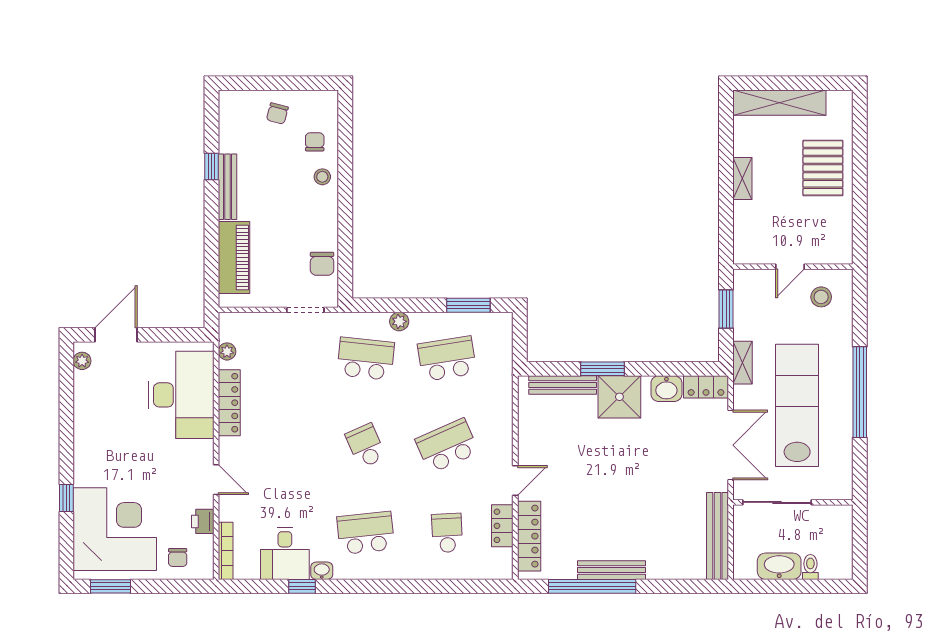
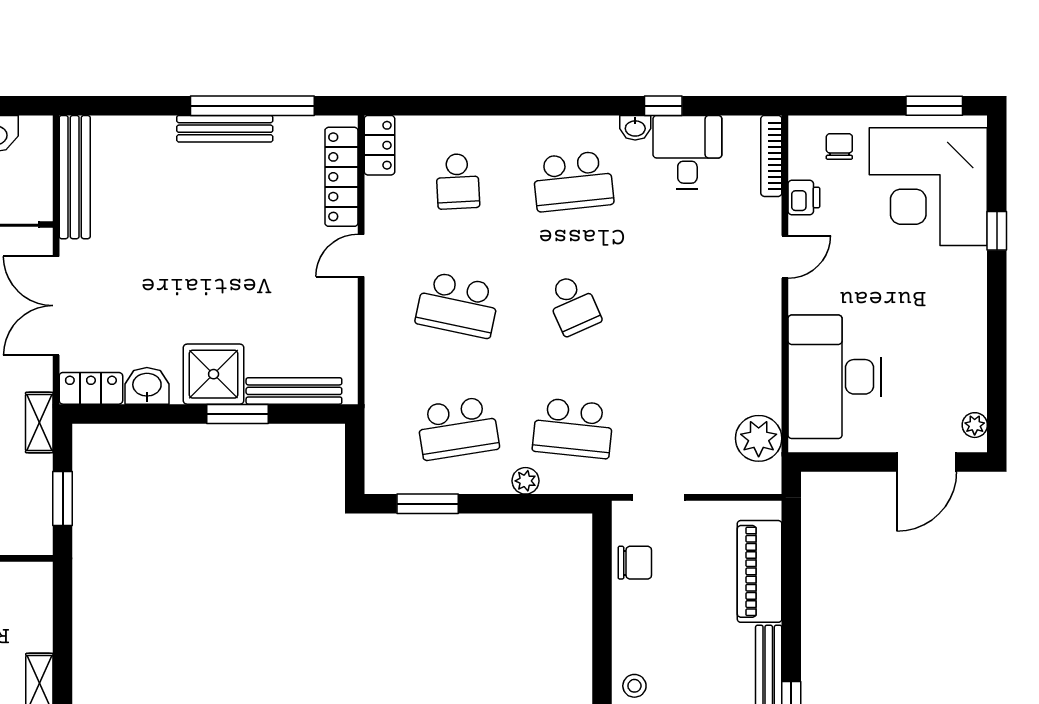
chair: (322, 264) -> (635, 563), turned 90
plant: (227, 351) -> (759, 438), width x1.88, depth x1.88
locker: (229, 403) -> (766, 366), removed
school desk: (447, 446) -> (458, 305), turned 36
door: (216, 480) -> (785, 257), swing flipped
locker: (502, 526) -> (379, 145), moved

